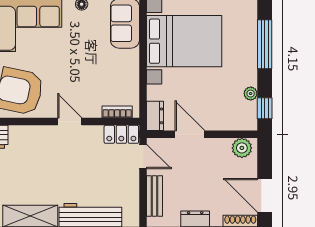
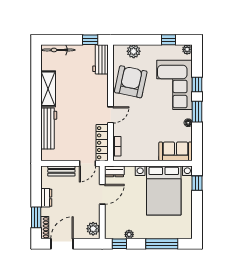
locker: (121, 134) -> (102, 143), width x1.53

